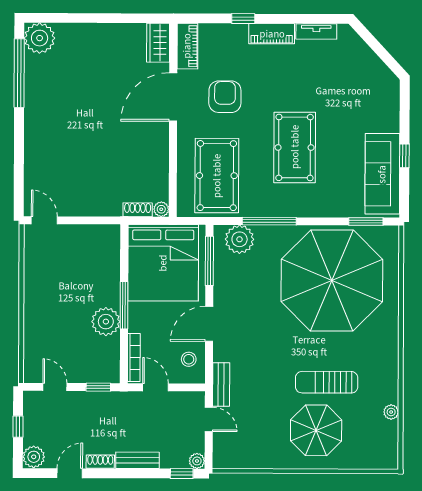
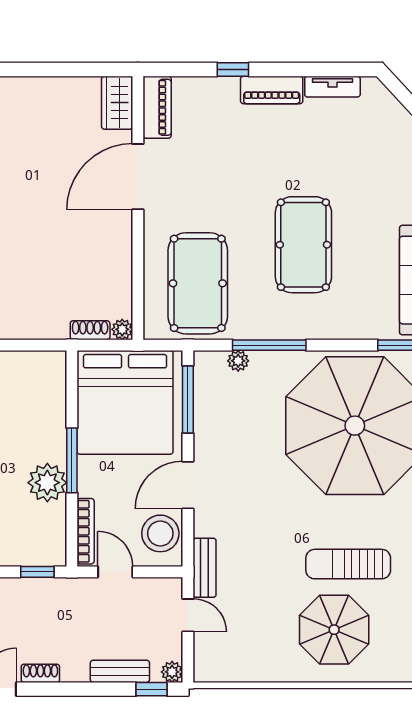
armchair: (225, 97) -> (208, 176), removed
plant: (240, 239) -> (238, 361), width x0.53, depth x0.53
stool: (189, 359) -> (160, 533), width x1.89, depth x1.89
bench: (137, 460) -> (120, 671), moved

